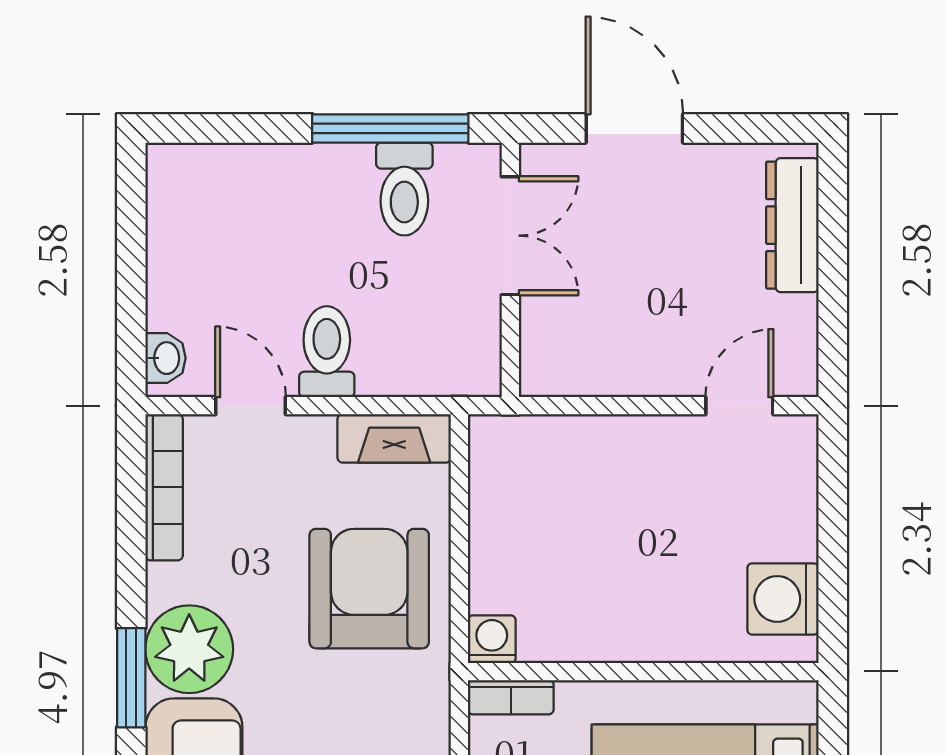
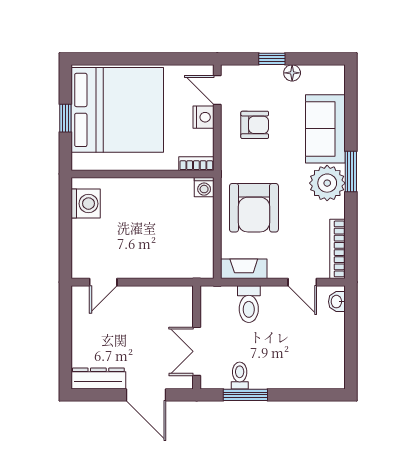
window: (390, 128) -> (245, 395), width x0.69
toilet: (404, 189) -> (240, 376), width x0.73, depth x0.72
dresser: (792, 225) -> (98, 379), moved, turned -90
toilet: (327, 352) -> (249, 304), moved

